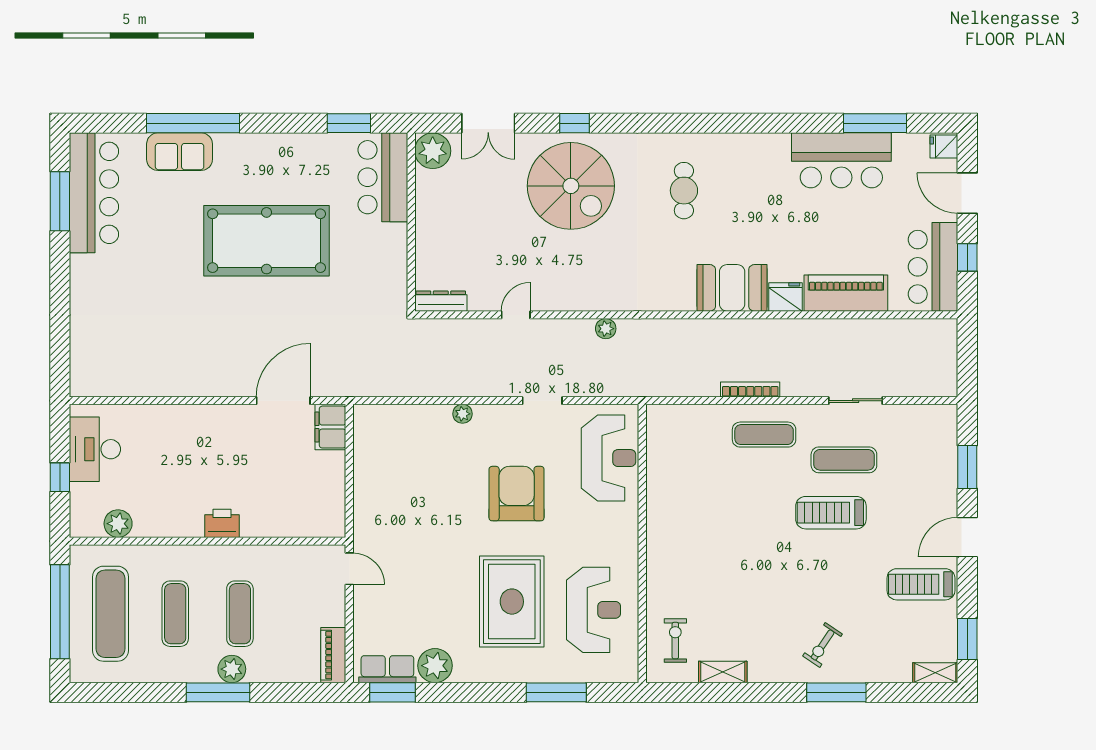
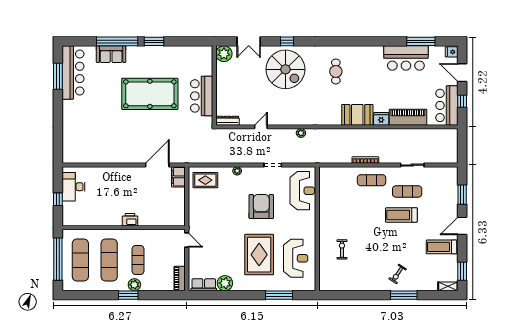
window: (349, 123) -> (154, 41), moved
bar counter: (383, 177) -> (202, 96), moved
rug: (391, 434) -> (205, 180), added
plant: (118, 524) -> (84, 220), removed
exercise mat: (175, 614) -> (109, 260), width x1.36, depth x1.45
exercise bike: (675, 641) -> (342, 249), moved
shelving: (723, 672) -> (353, 286), removed
window: (218, 692) -> (128, 295), width x0.69
window: (393, 692) -> (206, 295), removed

